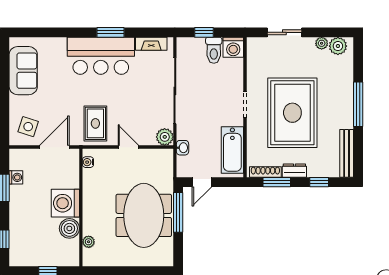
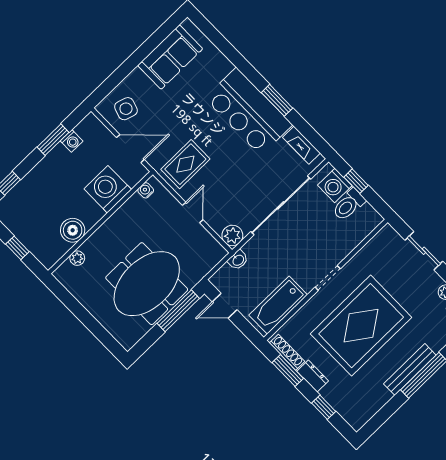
washing machine: (233, 47) -> (335, 185), moved
bench: (347, 153) -> (410, 369), moved
washing machine: (65, 203) -> (108, 189), moved

